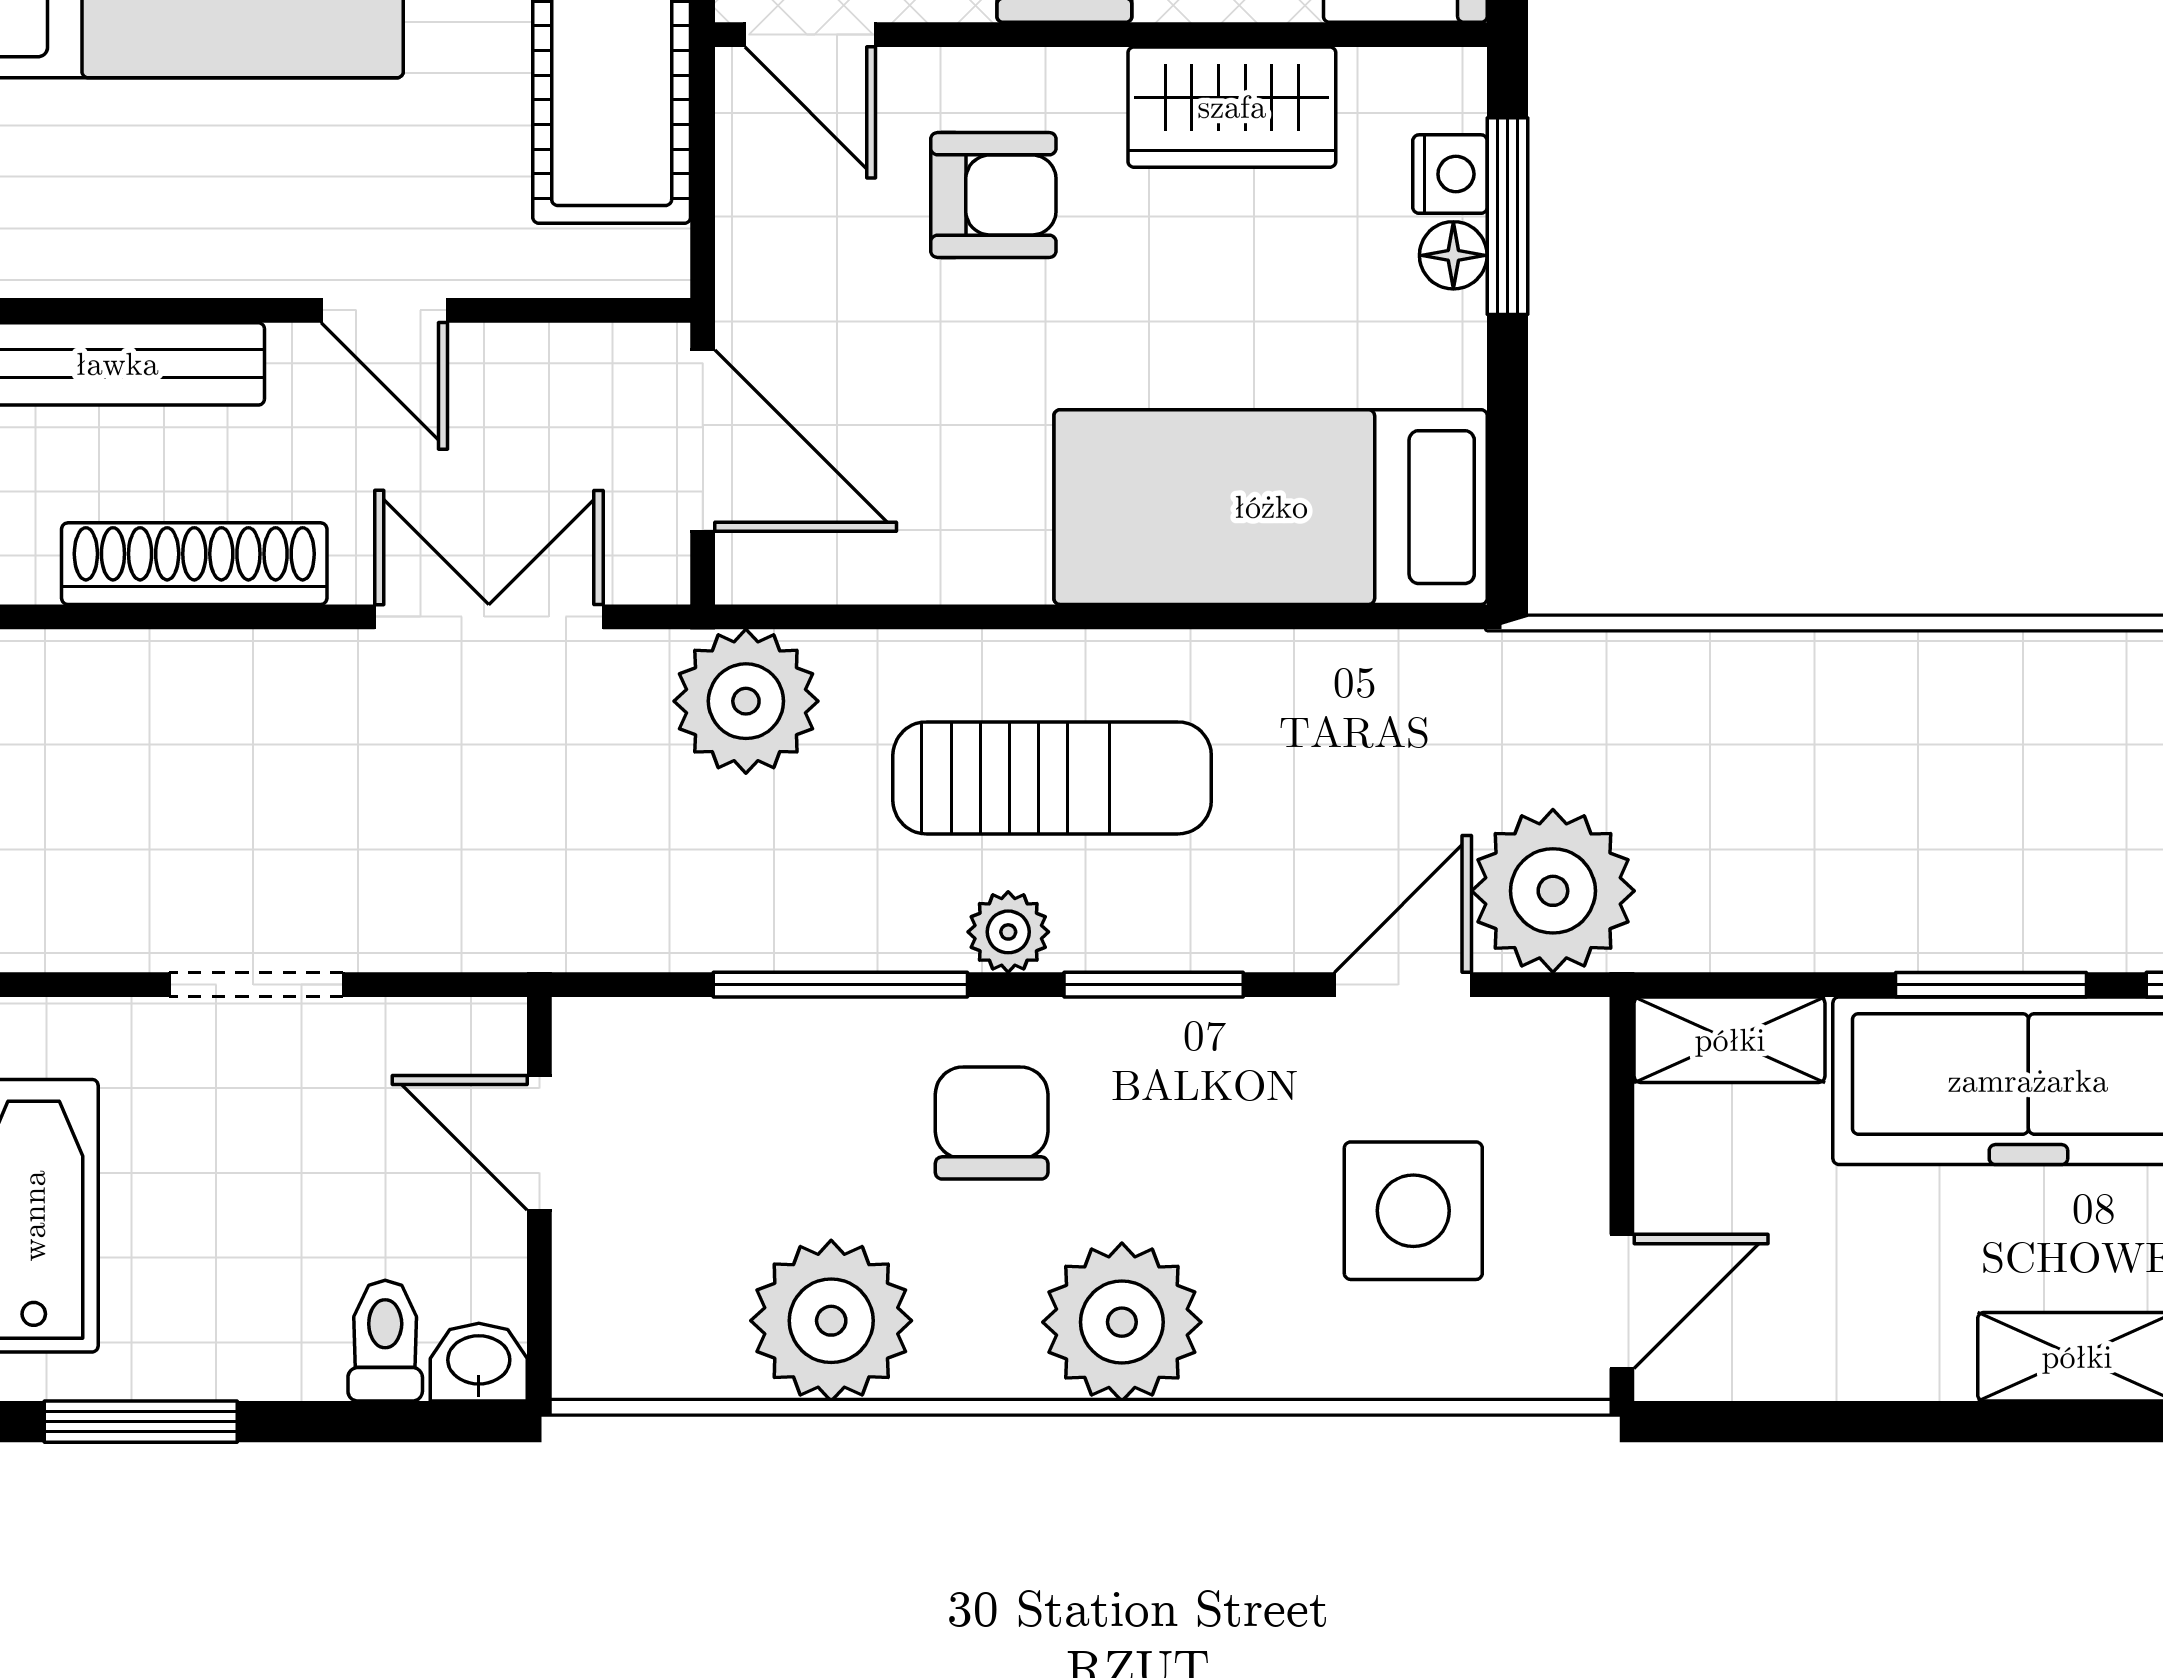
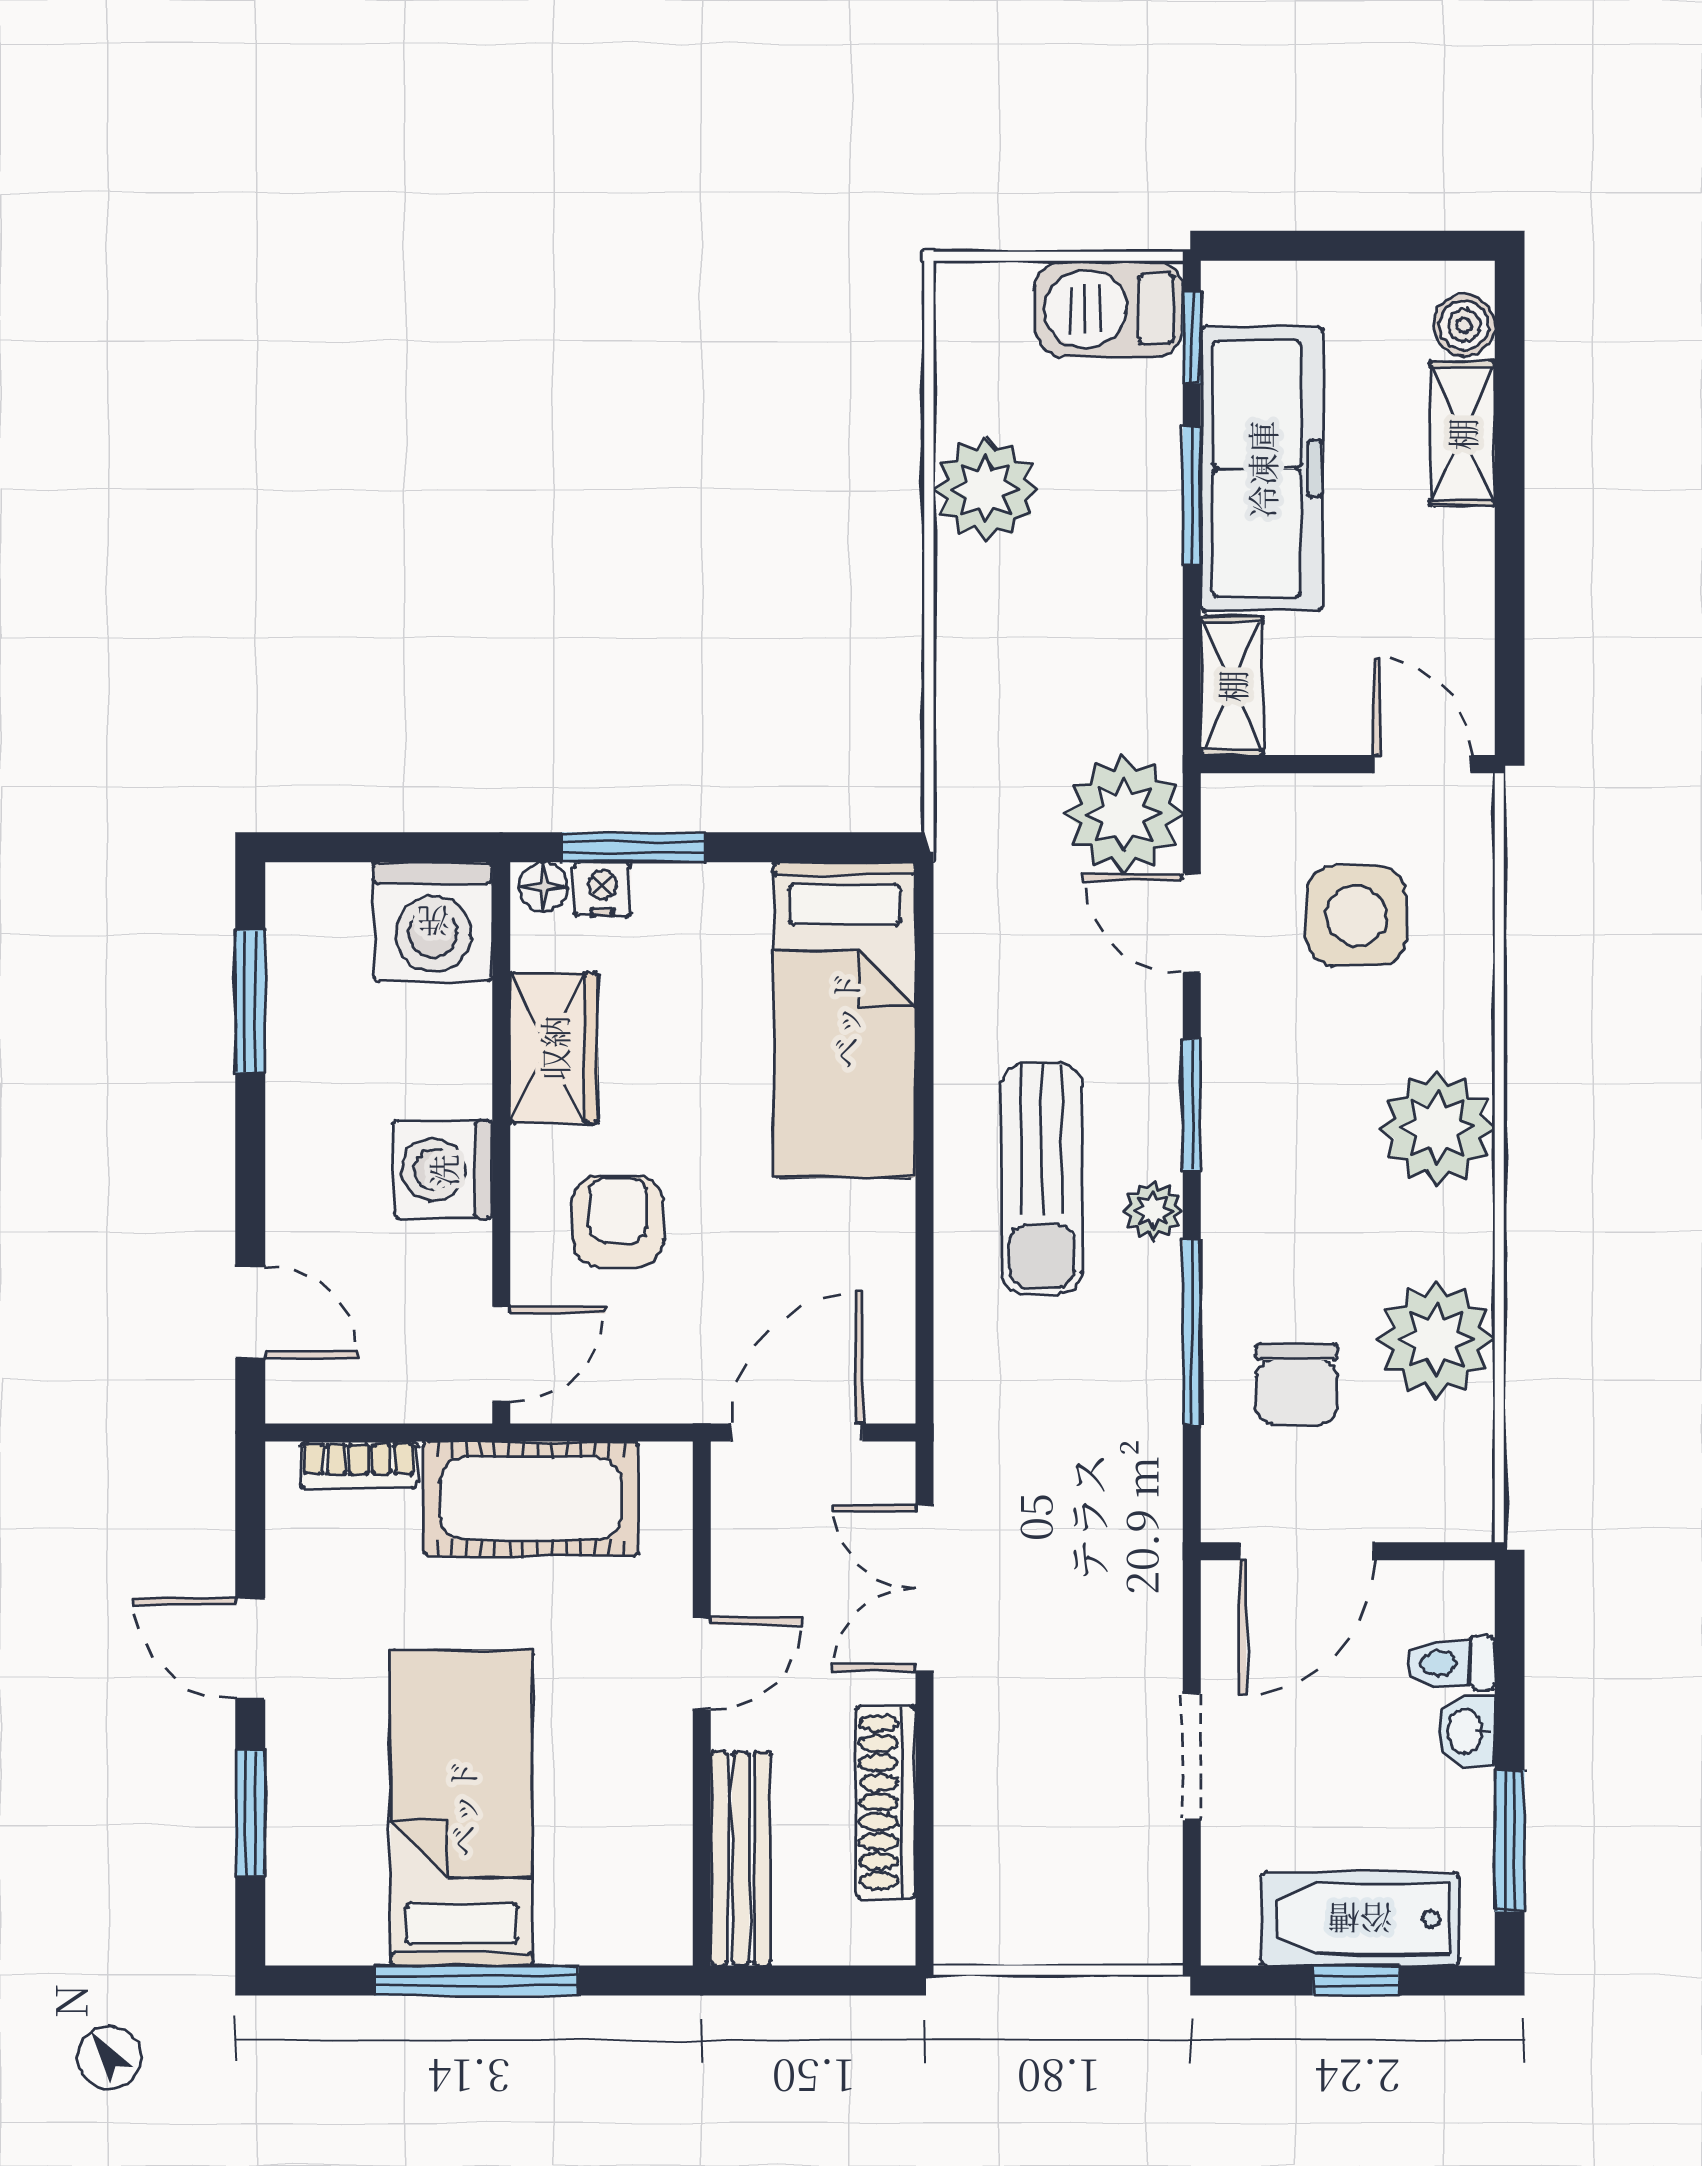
floor lamp: (1453, 255) -> (543, 887), moved
plant: (746, 701) -> (986, 489), moved
sun lounger: (1052, 778) -> (1042, 1179), turned 180
chair: (992, 1123) -> (1297, 1384), moved, turned -90
door: (539, 1143) -> (1307, 1551), width x1.38
washbasin: (479, 1362) -> (1466, 1731), moved

